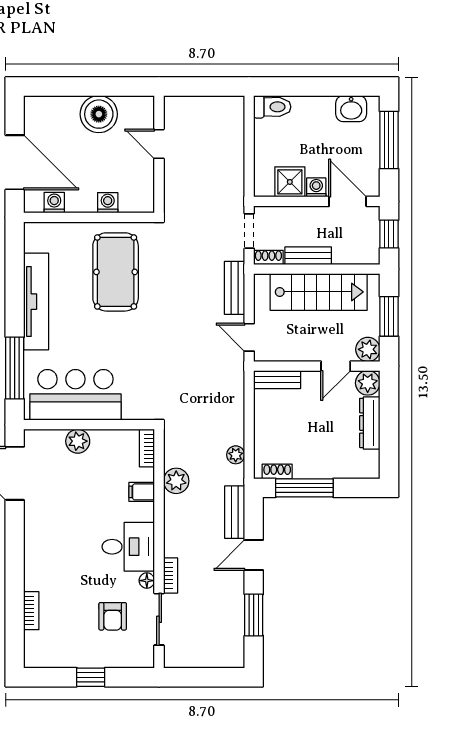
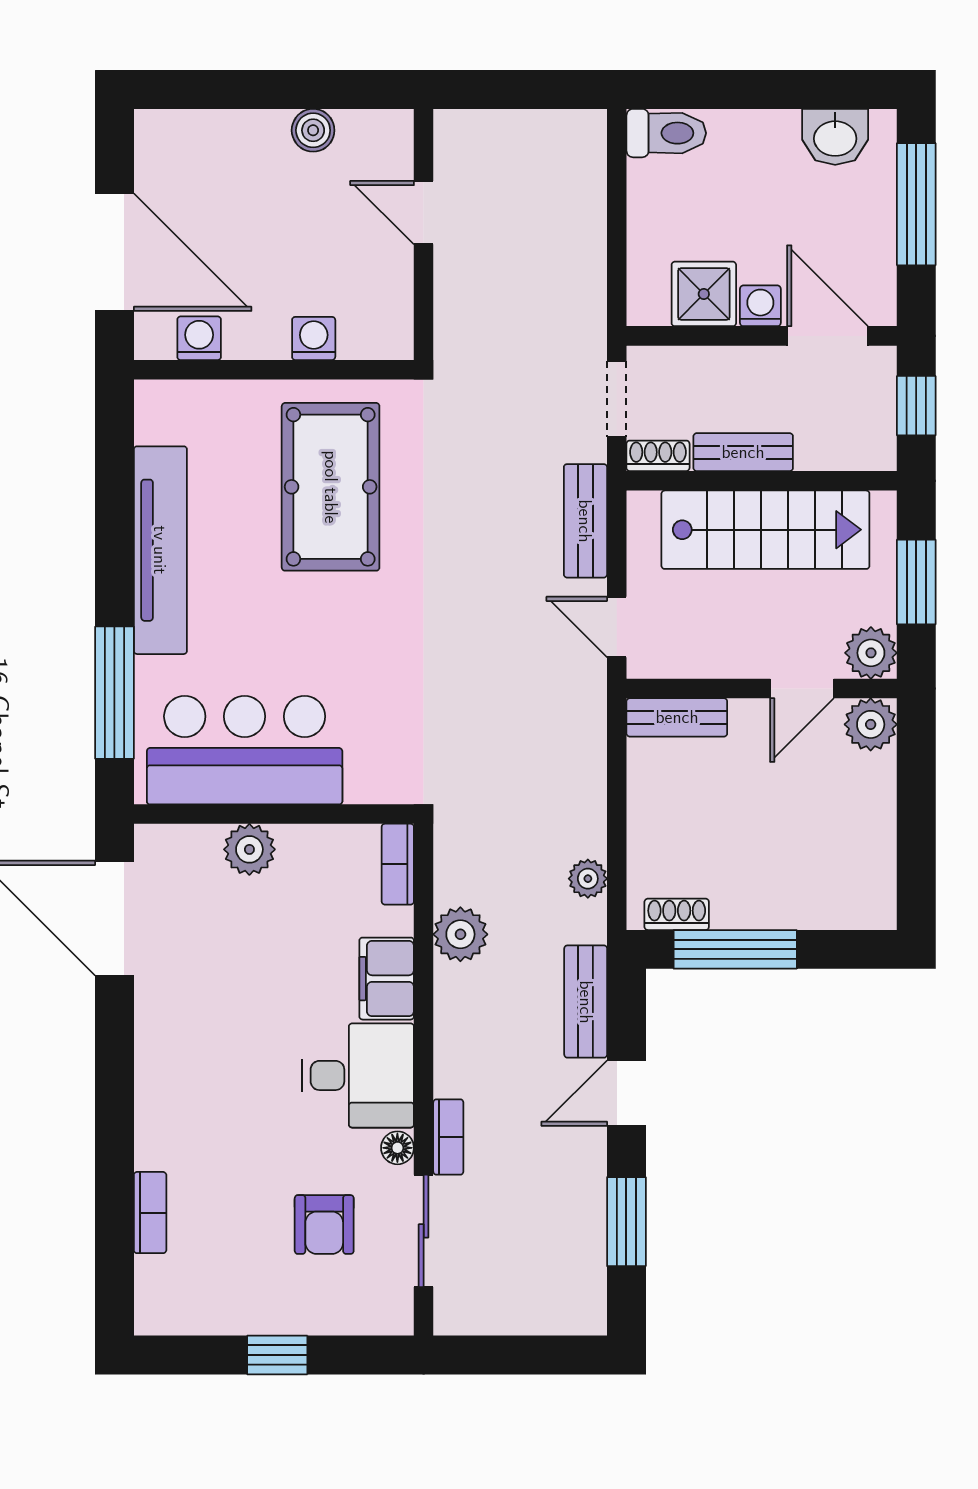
boiler: (99, 114) -> (313, 130), width x0.54, depth x0.54
dresser: (370, 423) -> (875, 810), removed
filing cabinet: (142, 492) -> (387, 979), width x2.00

